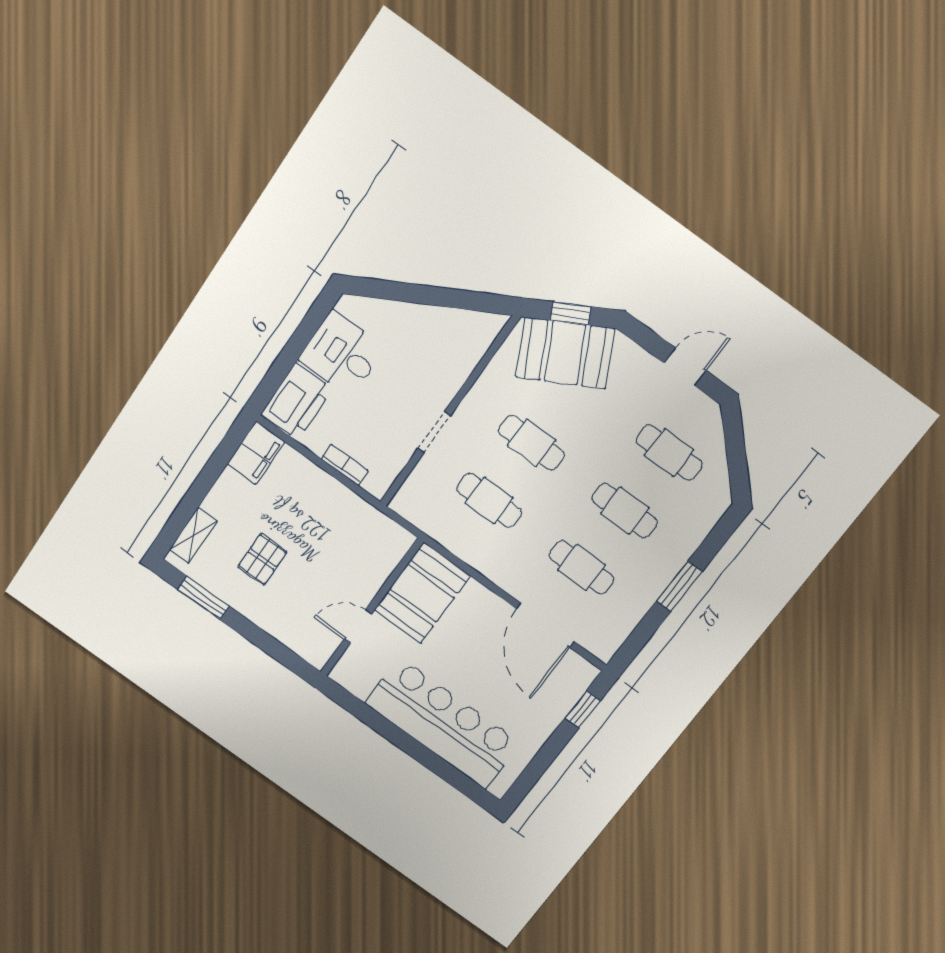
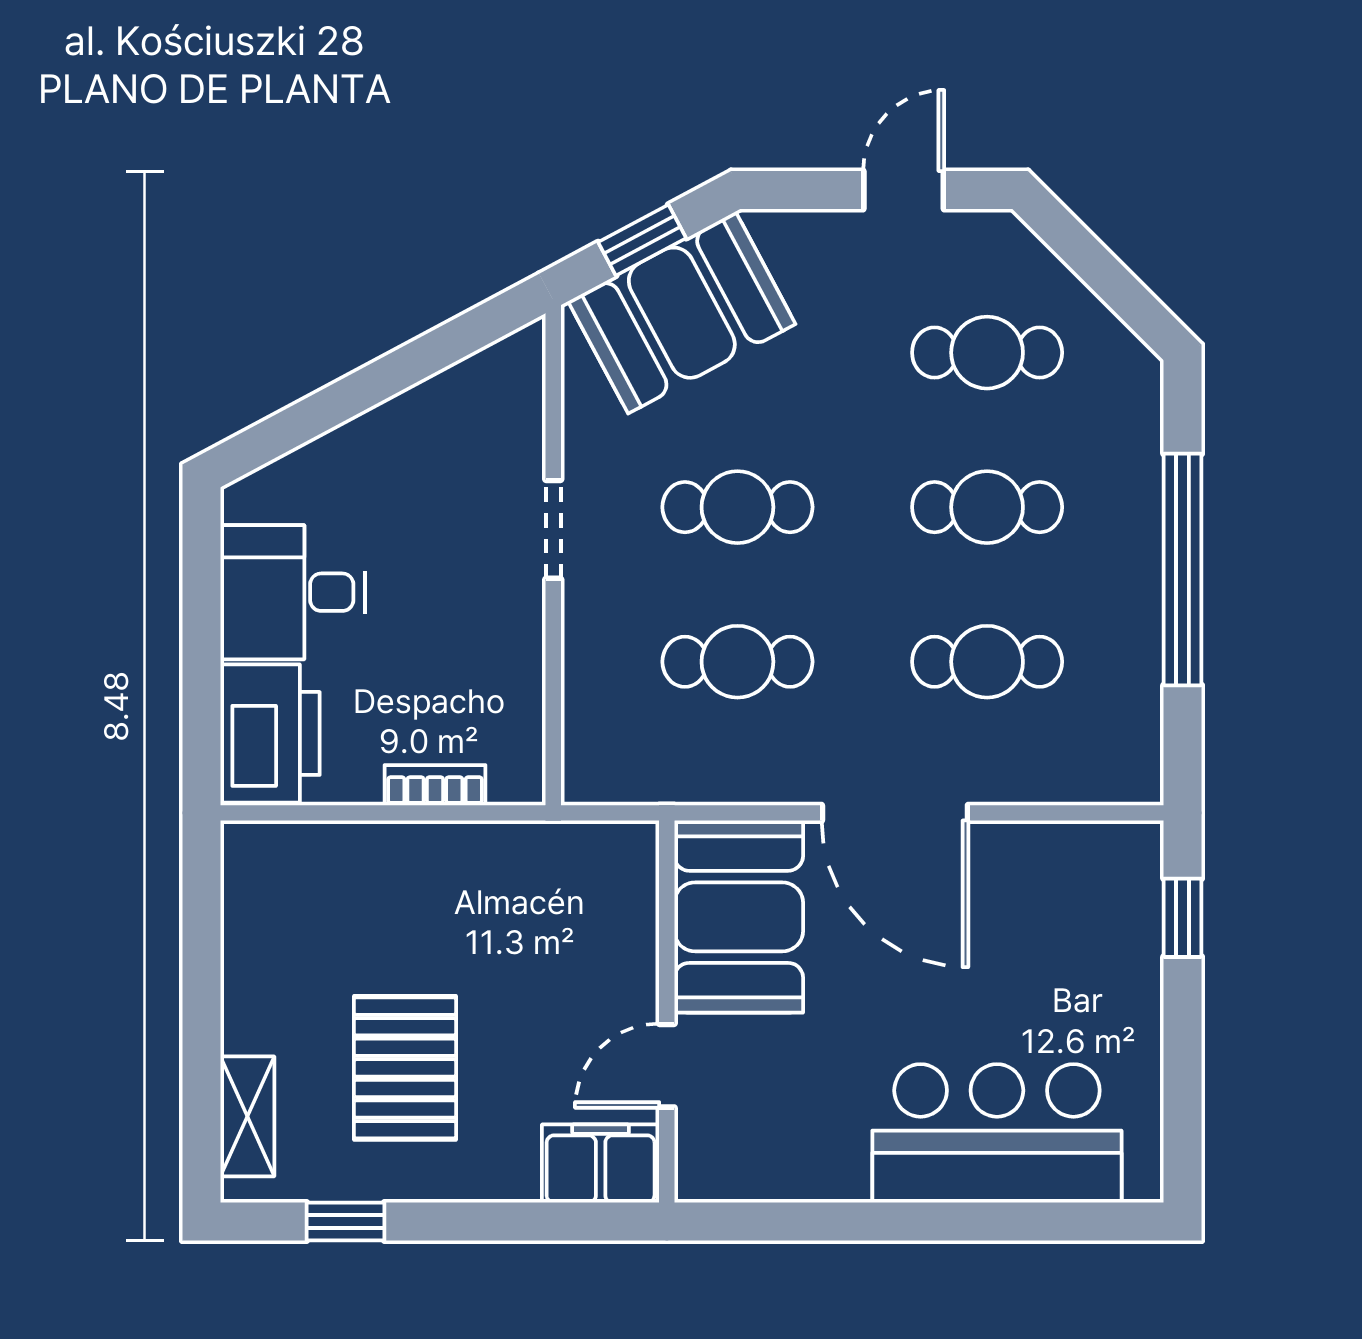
doorway: (434, 432) -> (553, 529), moved
filing cabinet: (256, 453) -> (601, 1164), moved, turned -90
pallet: (262, 559) -> (405, 1068), width x1.50, depth x1.42
window: (679, 586) -> (1183, 569), width x2.11
window: (203, 598) -> (345, 1222), width x0.67
door: (545, 625) -> (895, 813), moved
bar counter: (443, 723) -> (997, 1133), width x0.73

